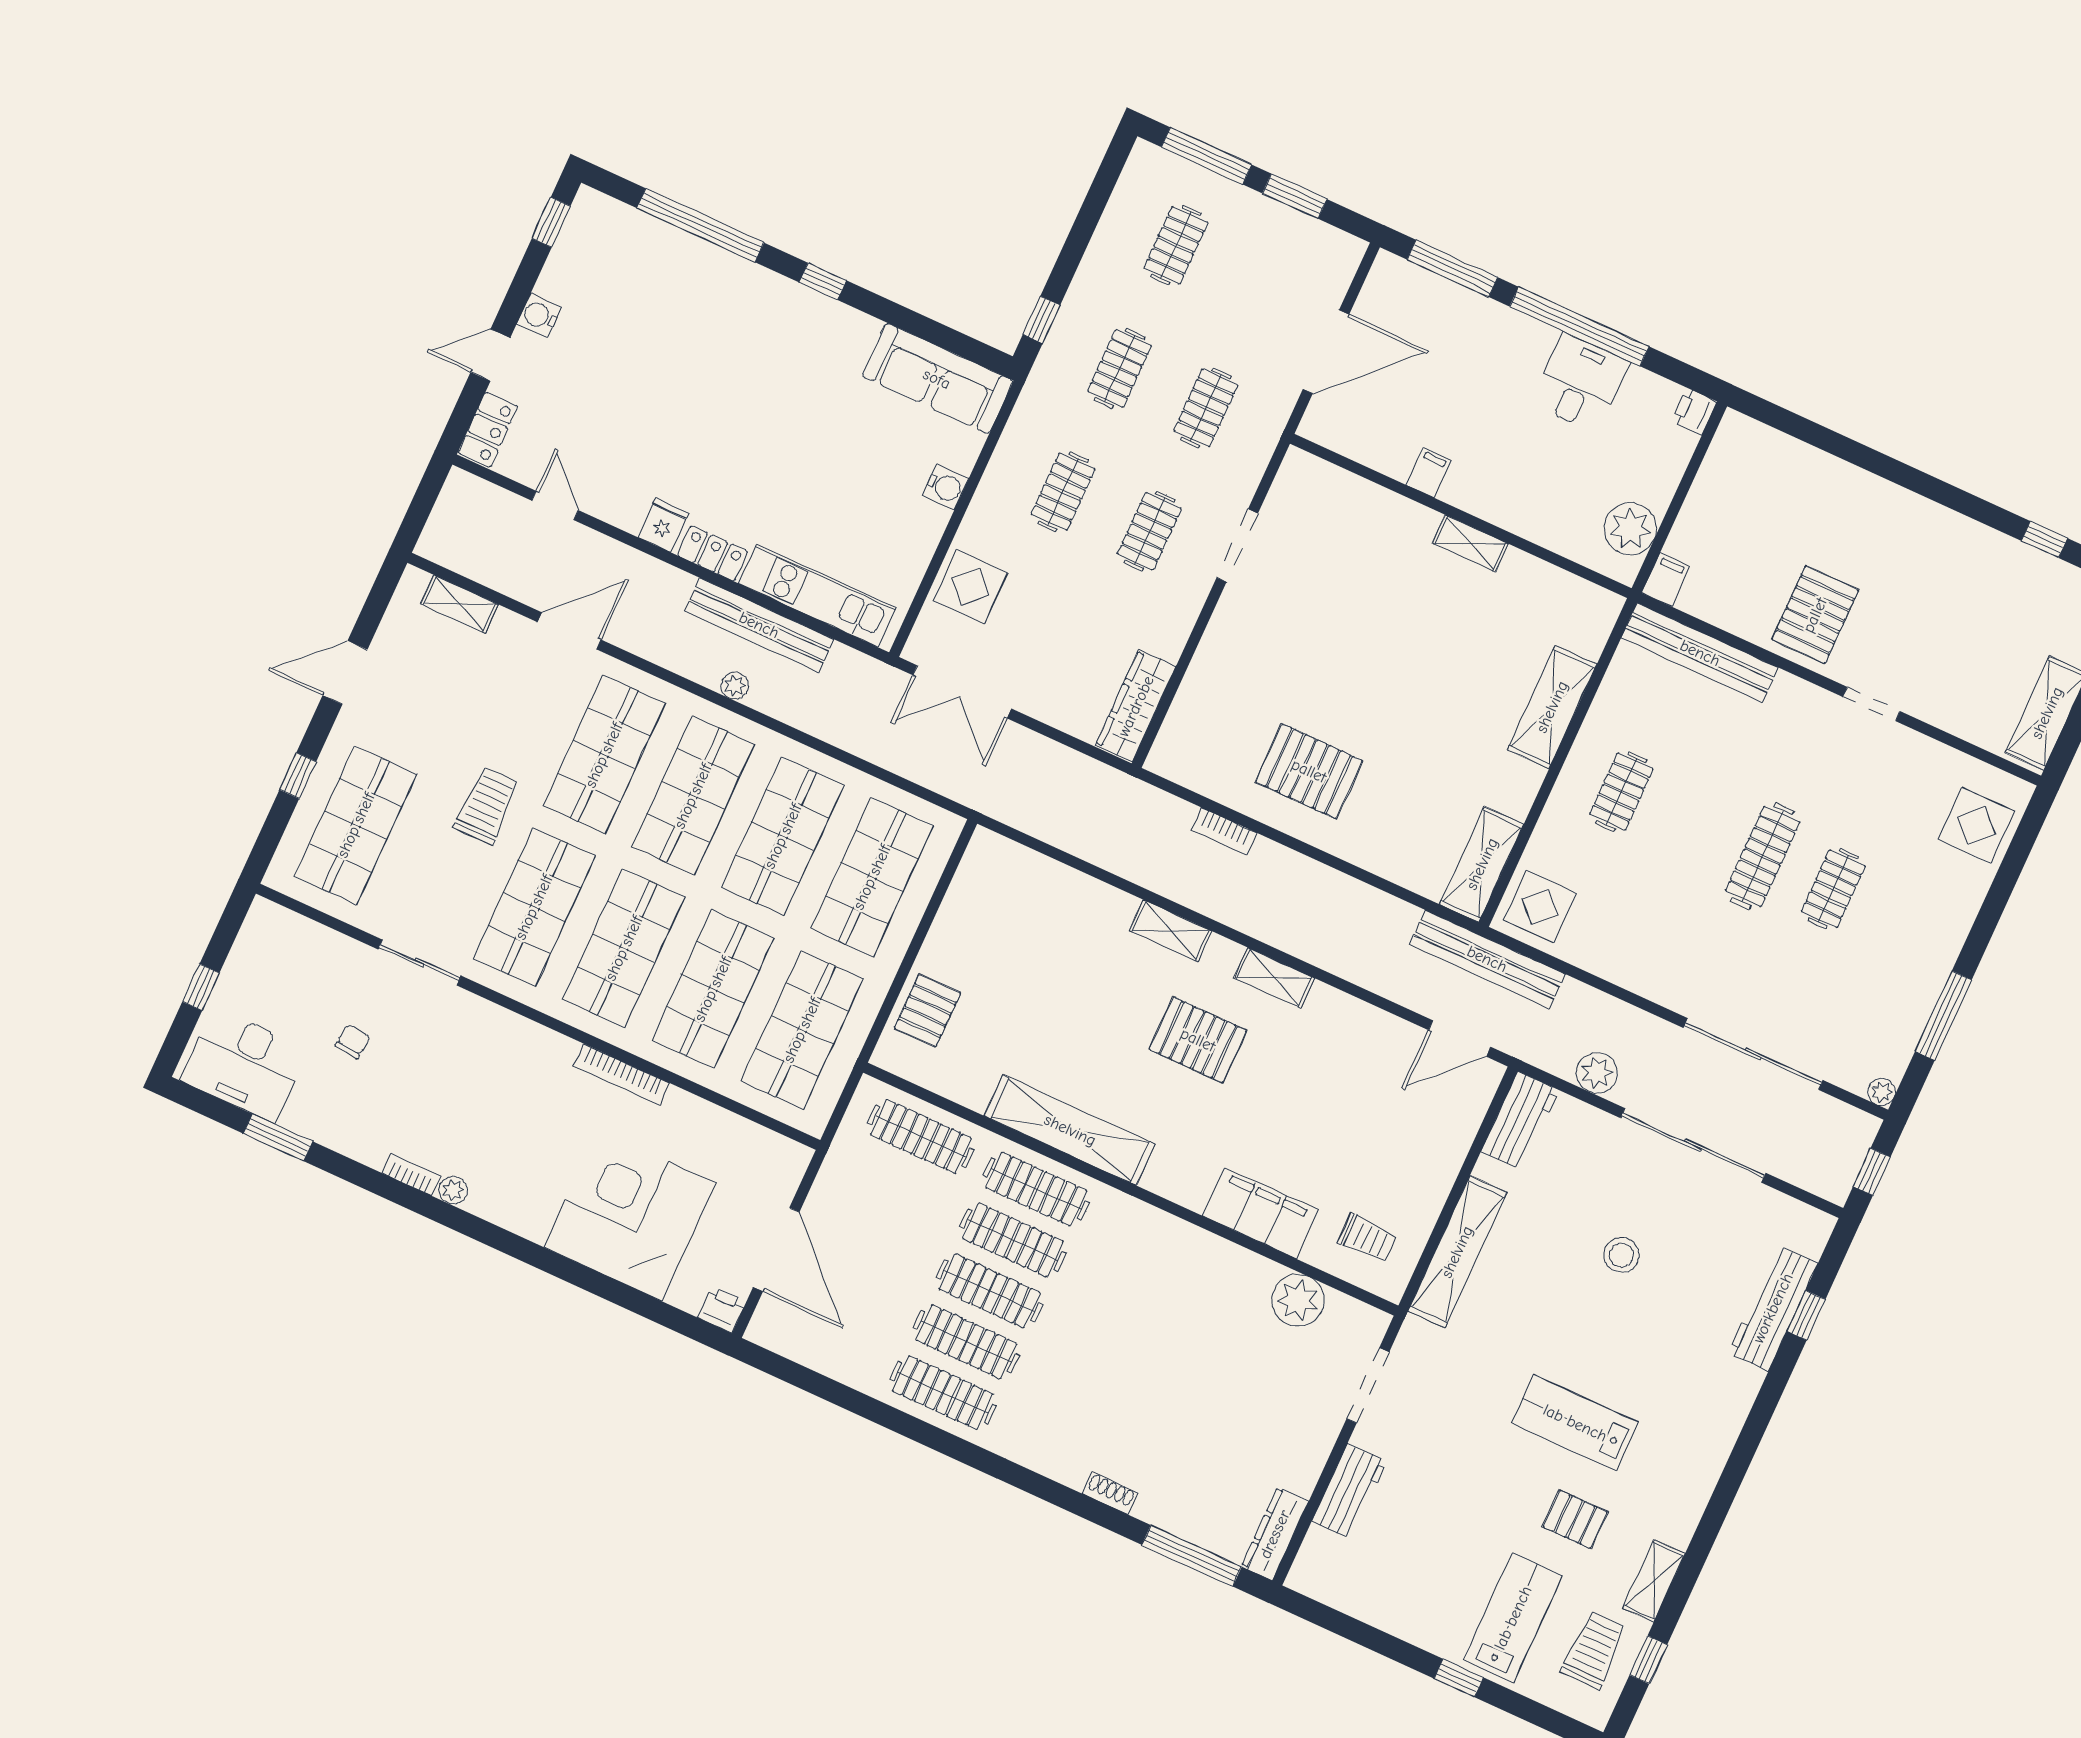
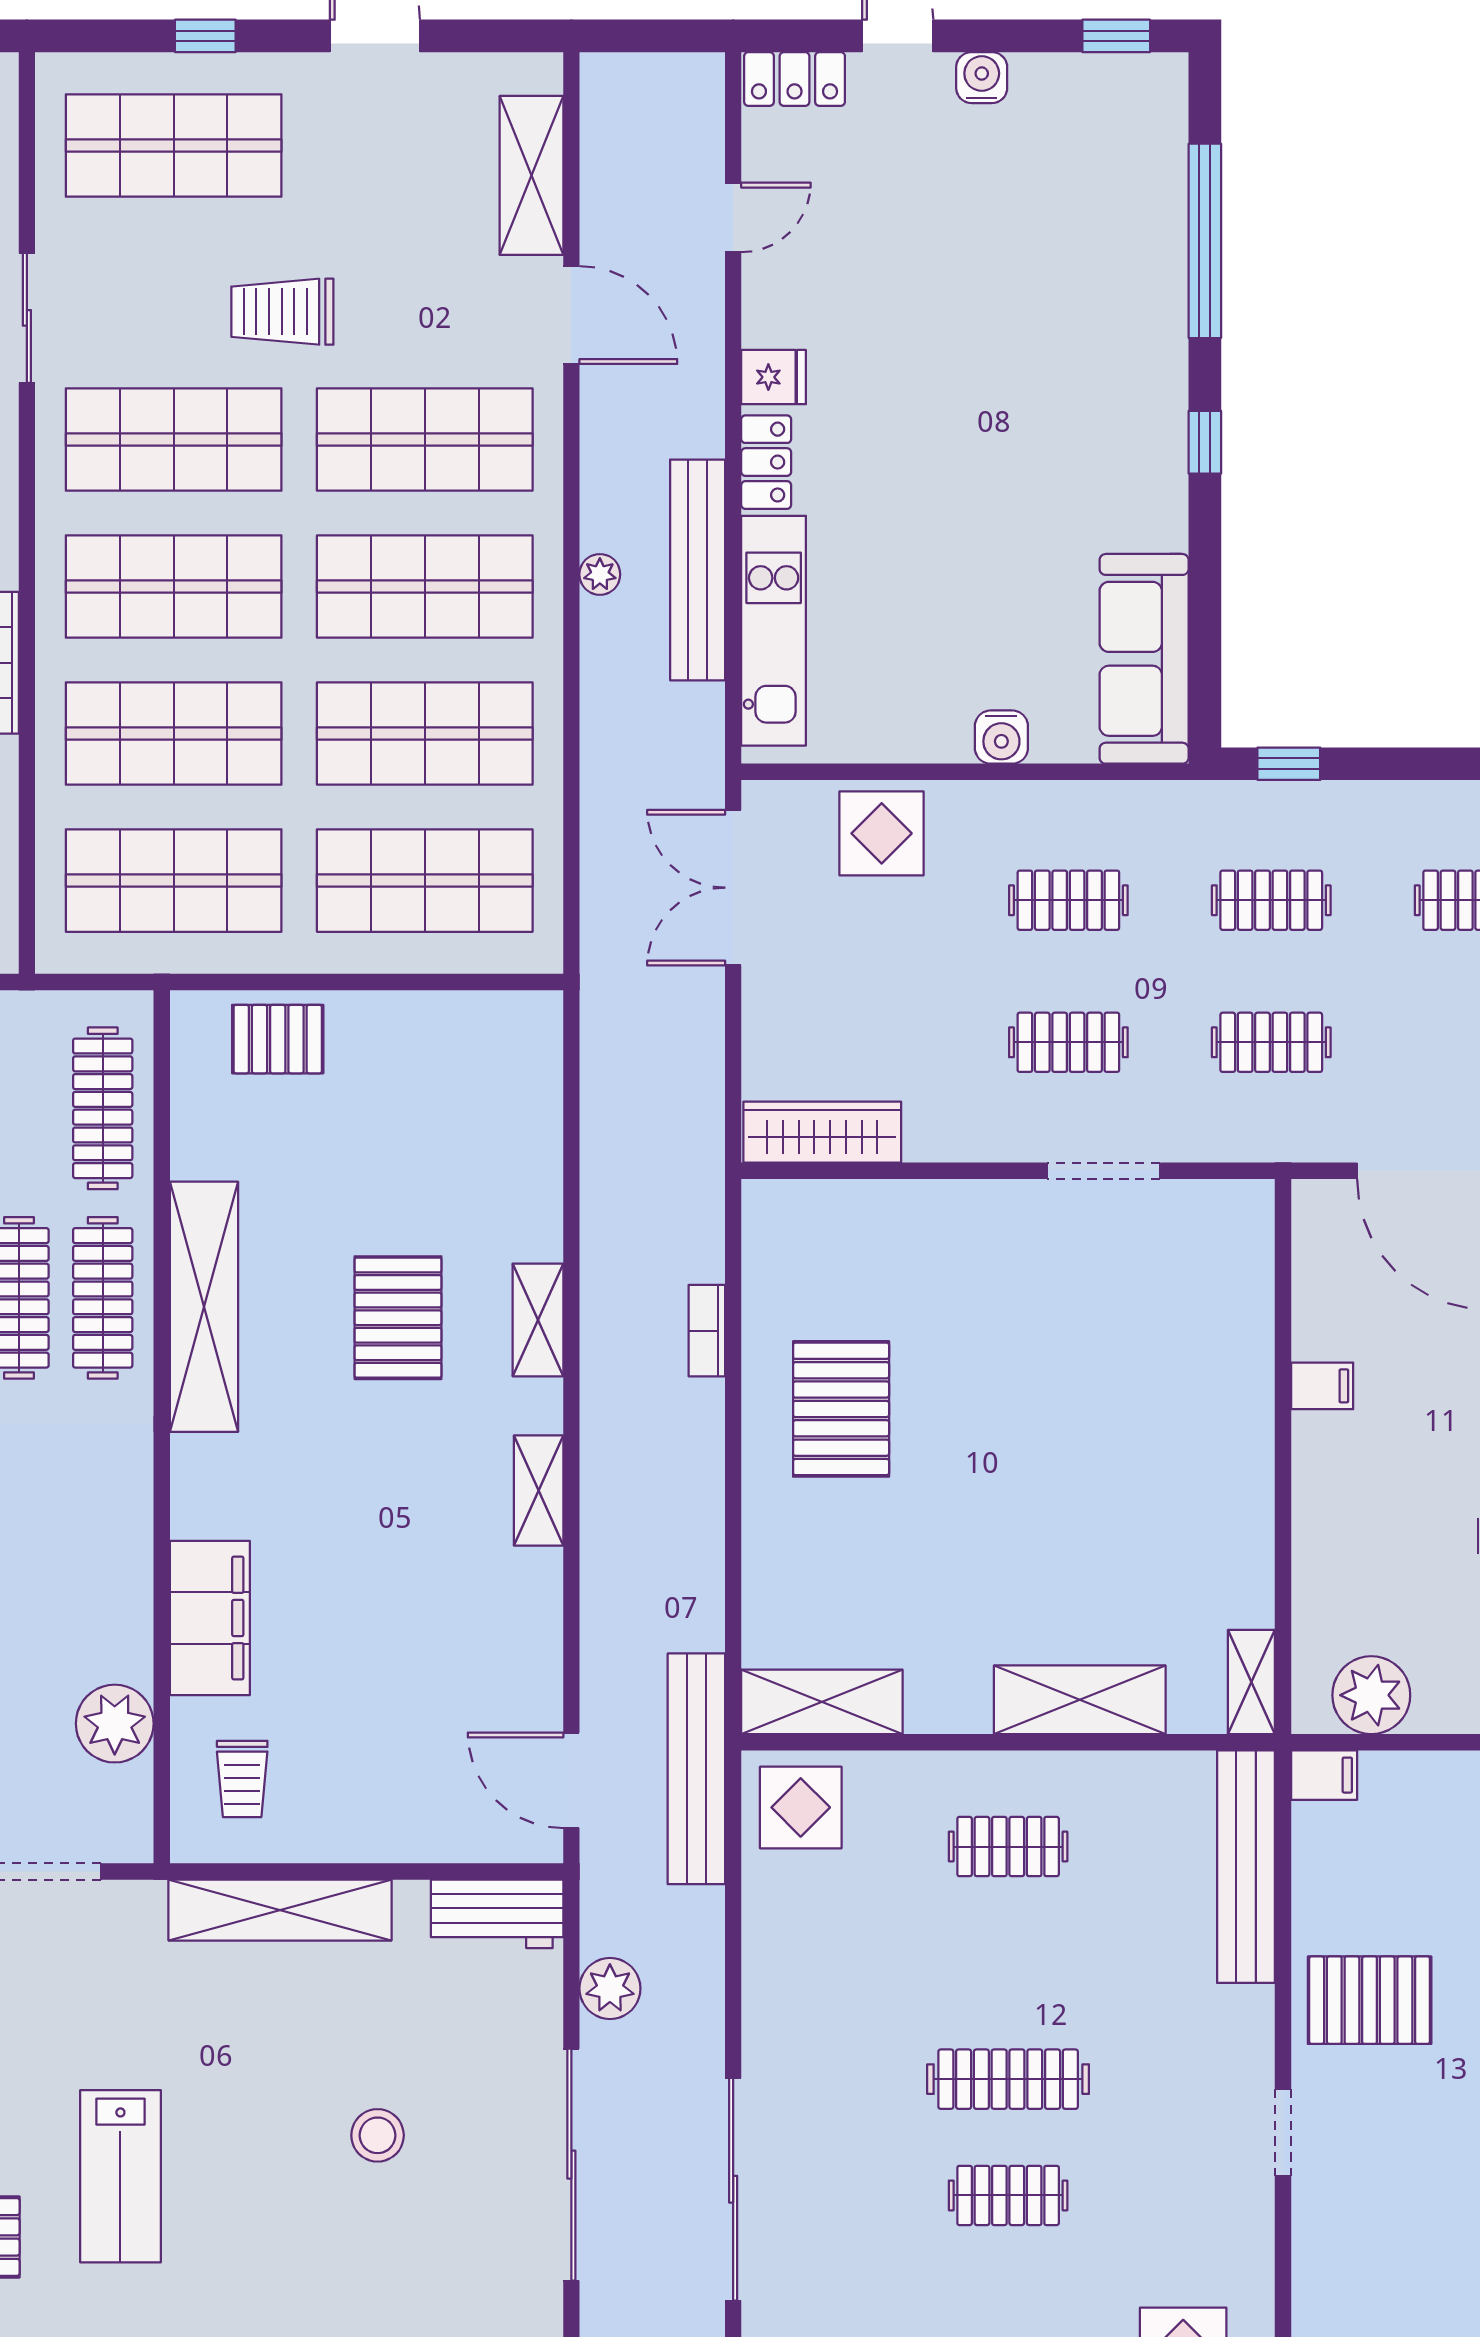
shelving: (1470, 544) -> (1251, 1682), moved
shelving: (459, 604) -> (531, 175), width x1.50, depth x1.33
trolley: (487, 806) -> (282, 312), turned 180
pallet: (1198, 1040) -> (398, 1318), moved
lab bench: (1575, 1423) -> (120, 2176), turned 180

